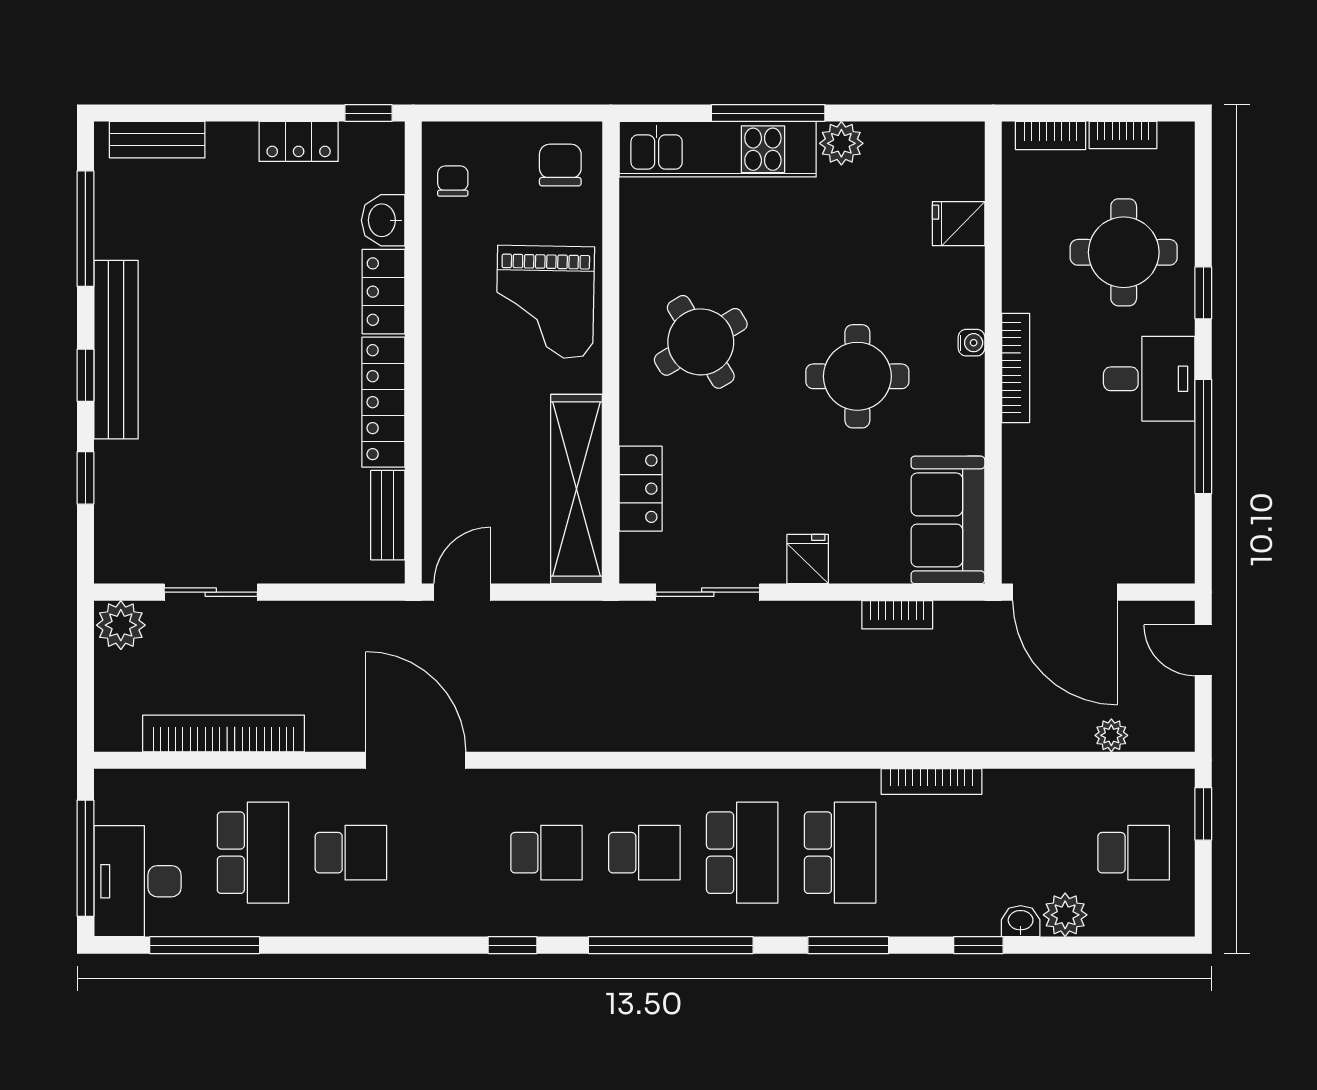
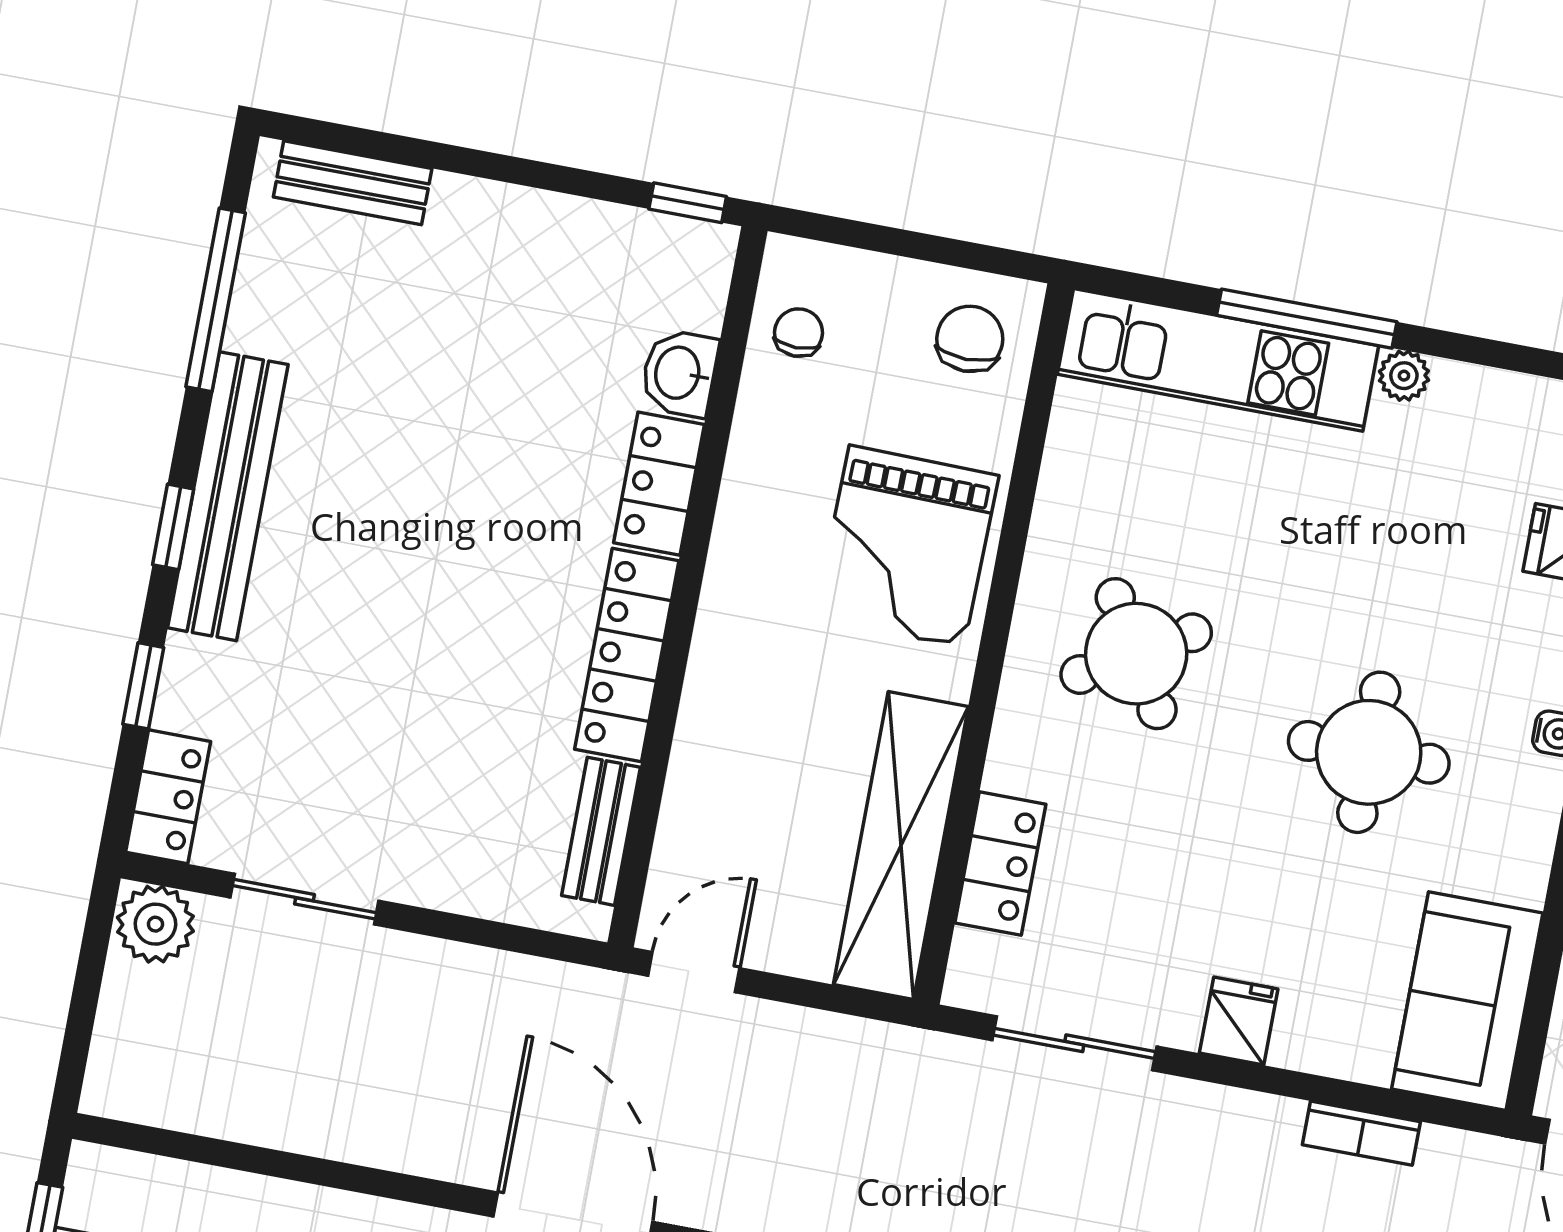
locker: (299, 141) -> (168, 797), moved, turned -90
plant: (841, 143) -> (1404, 376), width x0.73, depth x0.73
bookcase: (224, 733) -> (283, 1122), removed

